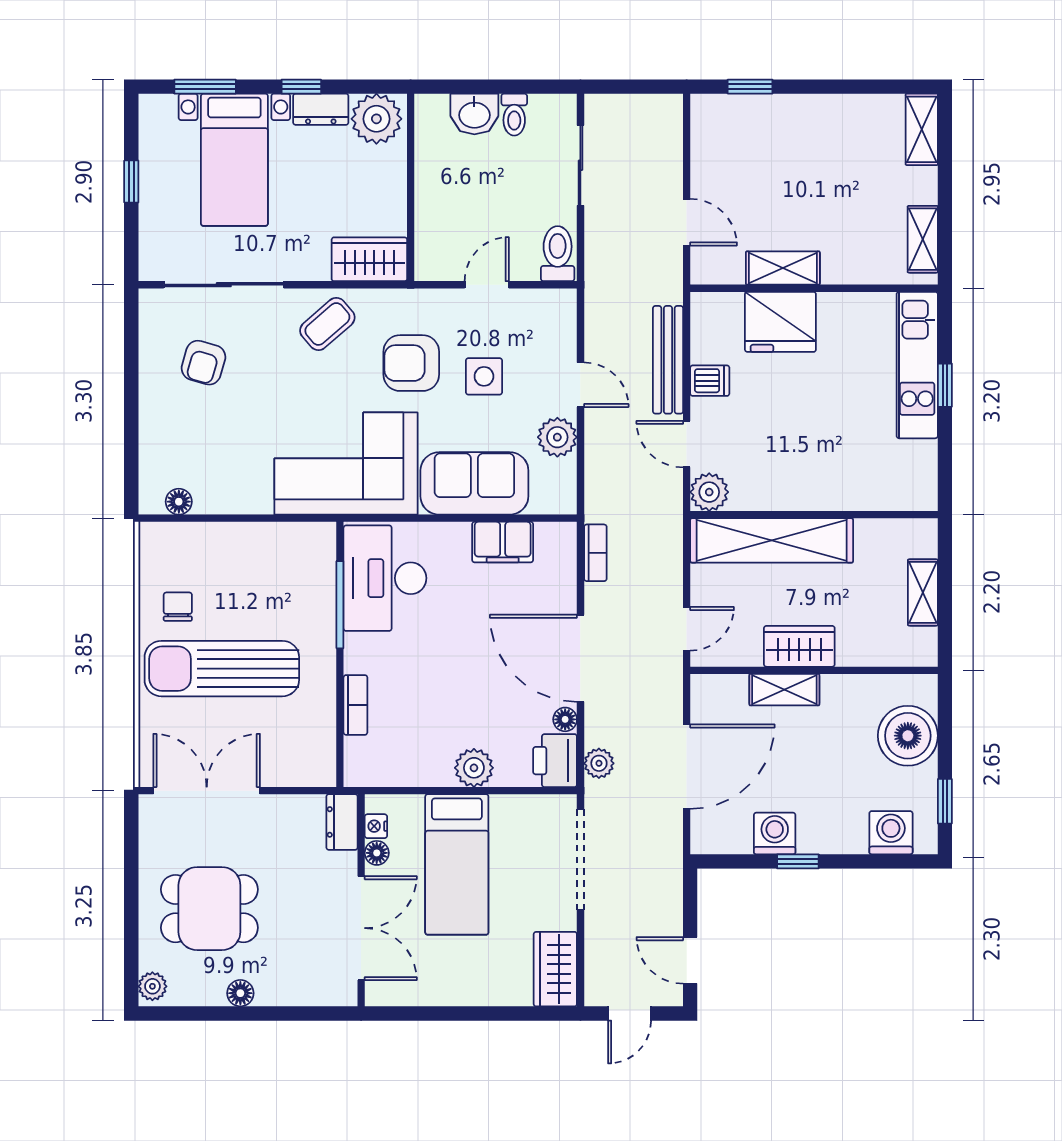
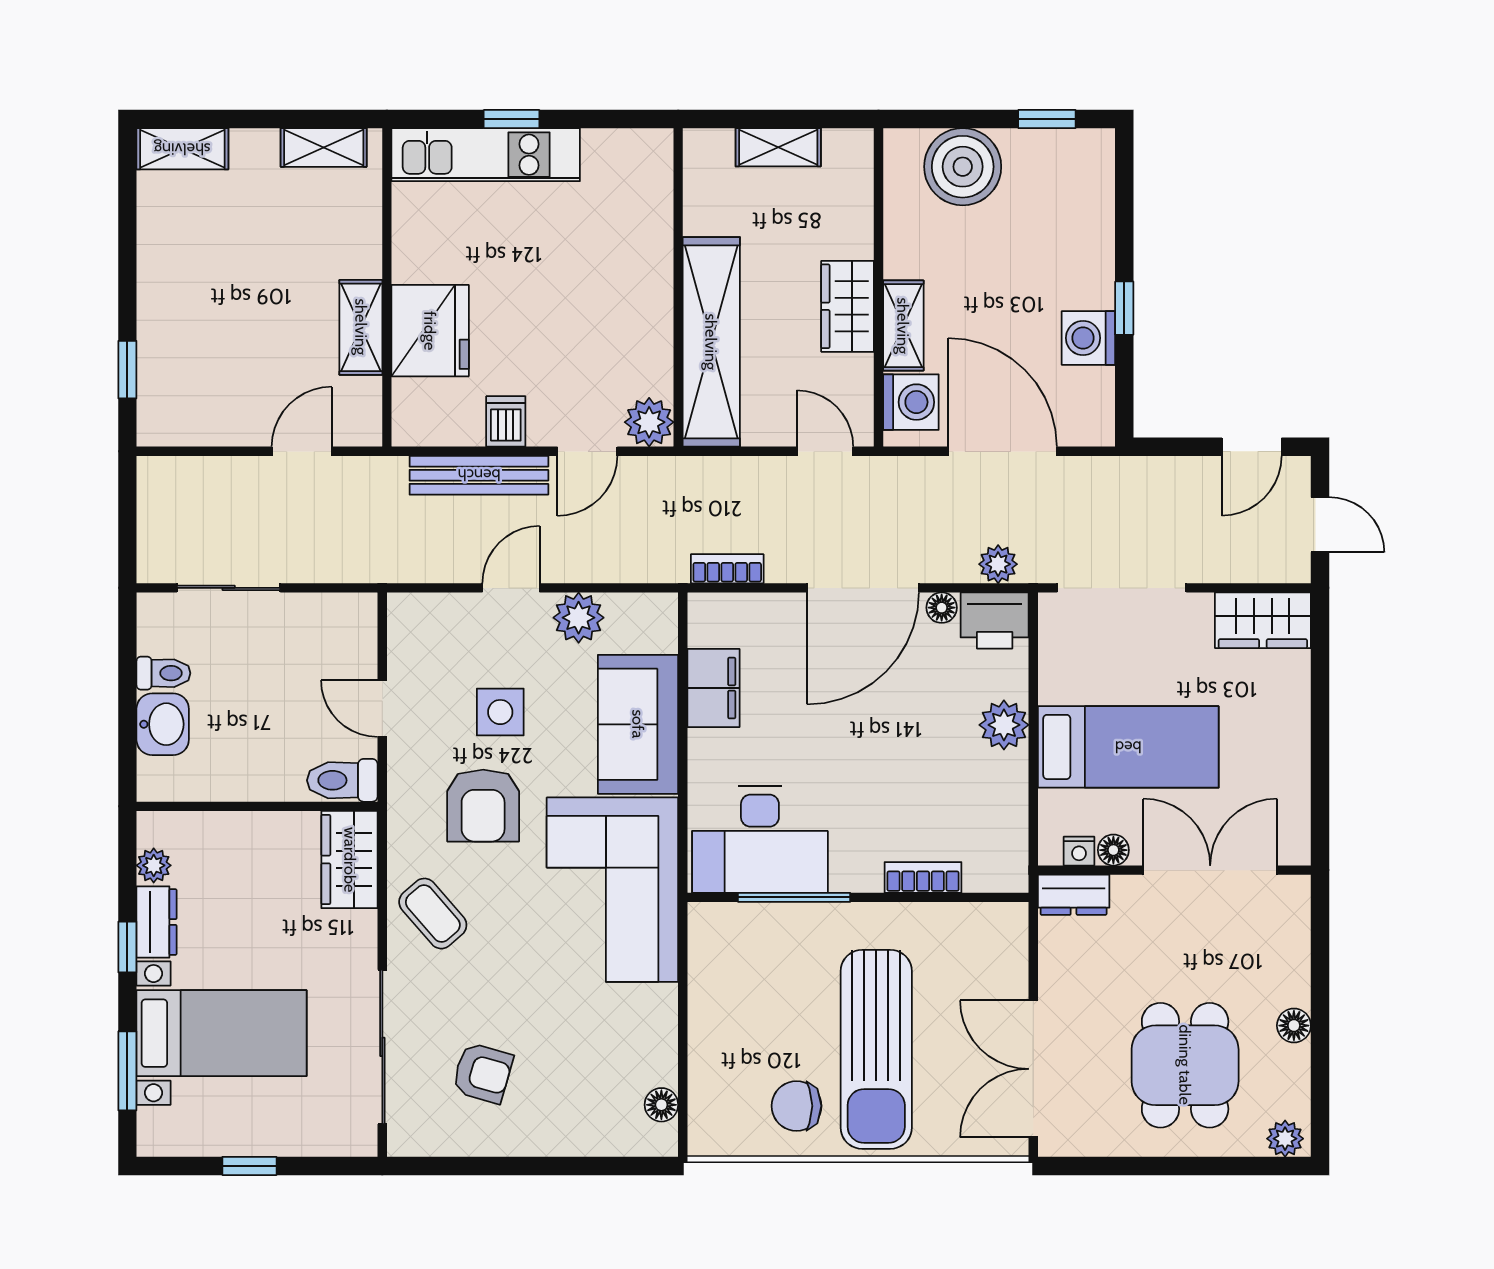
plant: (376, 119) -> (154, 865), width x0.53, depth x0.53
toilet: (558, 254) -> (342, 780), moved
chair: (178, 607) -> (797, 1106), width x1.37, depth x1.37
washing machine: (891, 833) -> (911, 402), moved, turned 180

